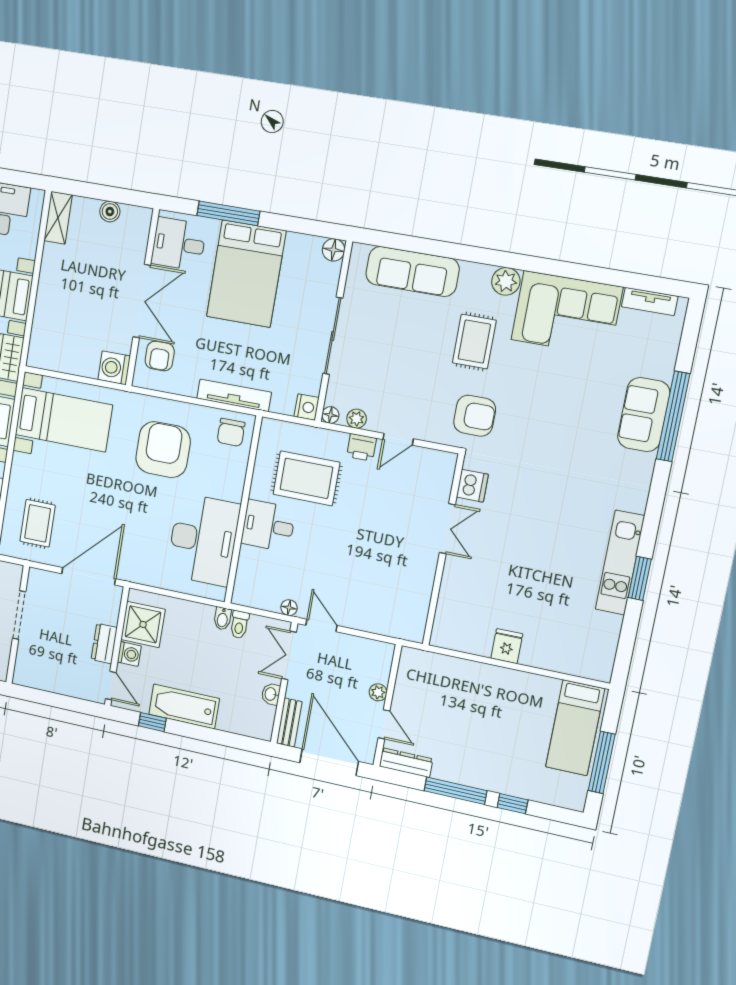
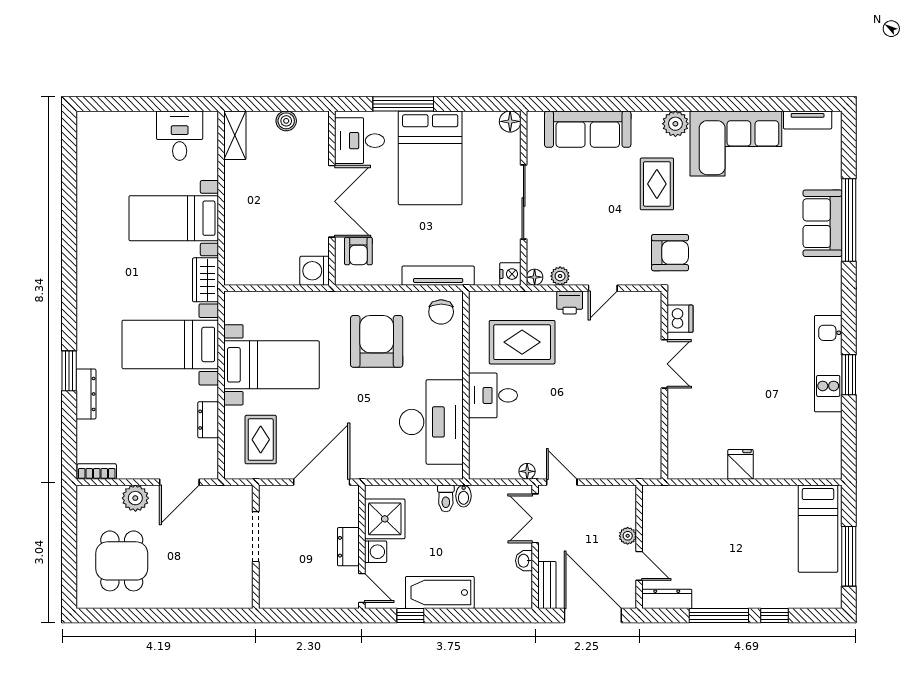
bed with nightstands: (64, 420) -> (272, 365), moved
toilet: (239, 625) -> (446, 498), moved

